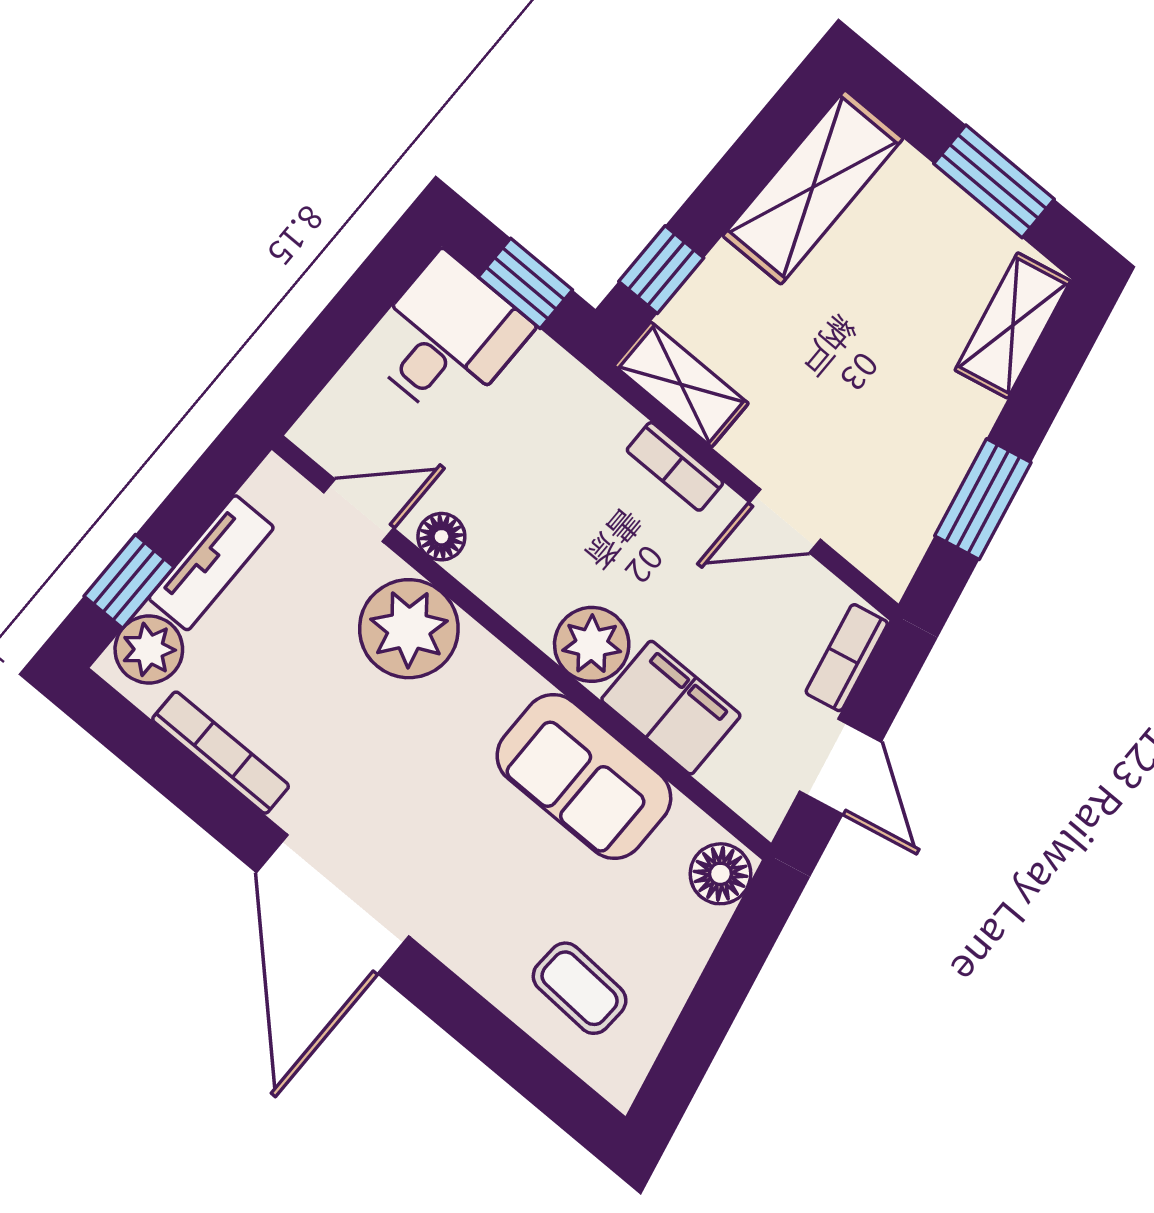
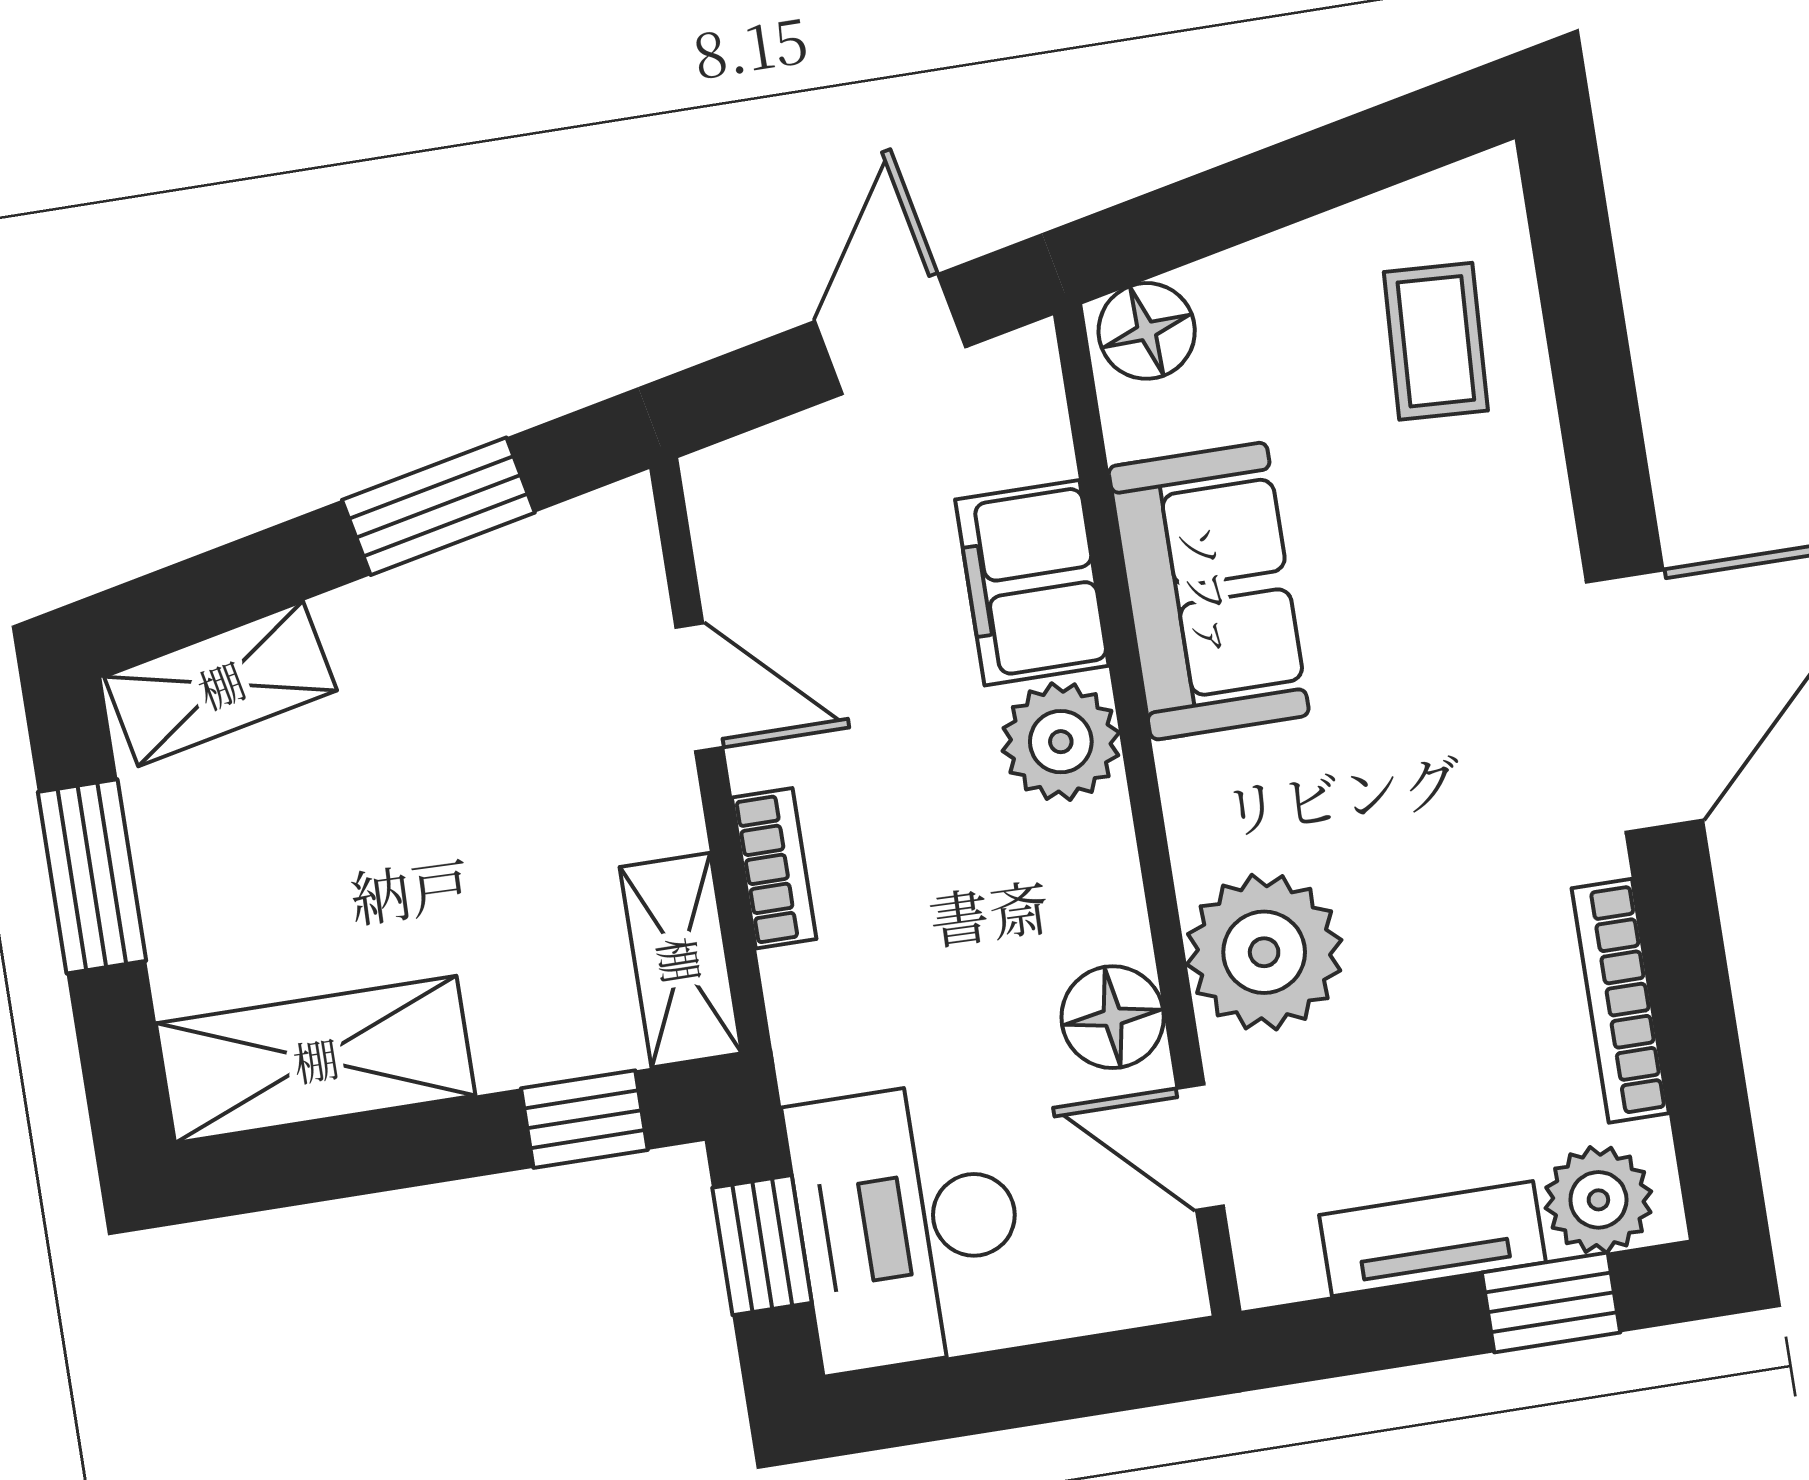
desk: (447, 338) -> (908, 1225), width x1.37
floor lamp: (441, 537) -> (1113, 1017), width x1.37, depth x1.37
bookcase: (847, 658) -> (768, 458), removed

